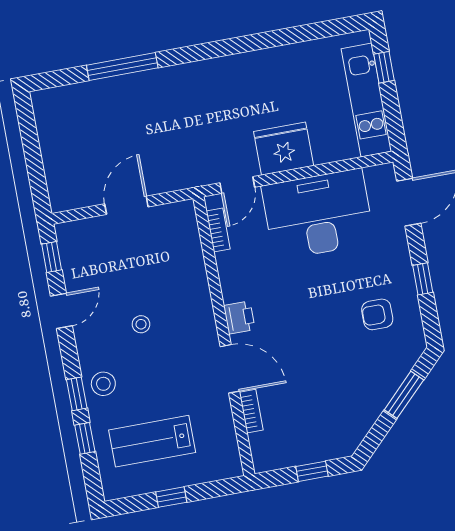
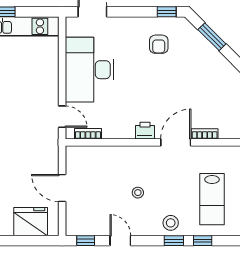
fridge: (284, 149) -> (31, 222), moved, turned 90
window: (423, 279) -> (167, 12), moved

